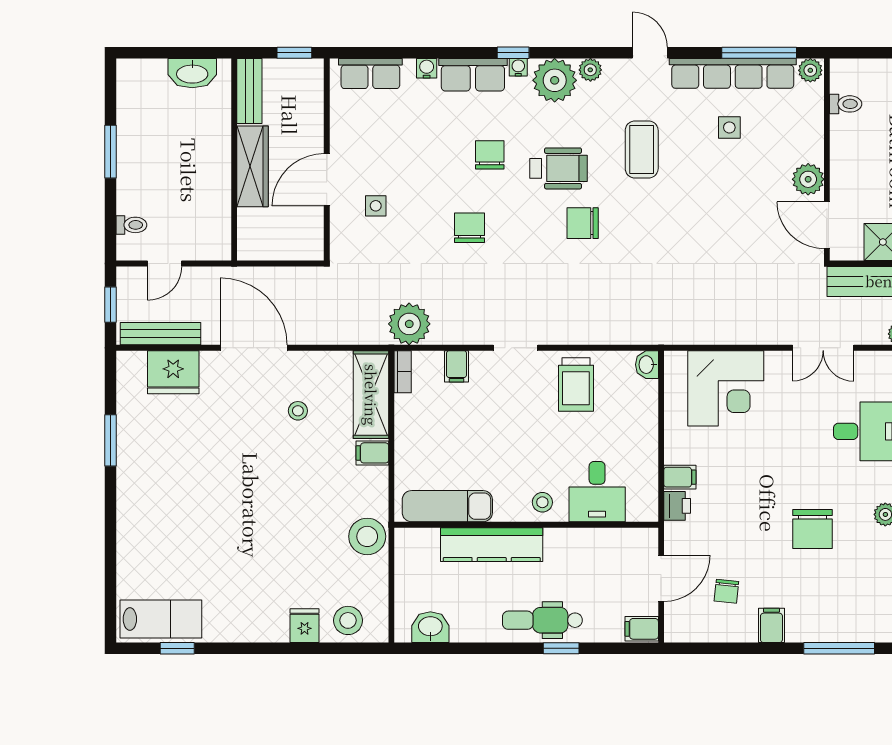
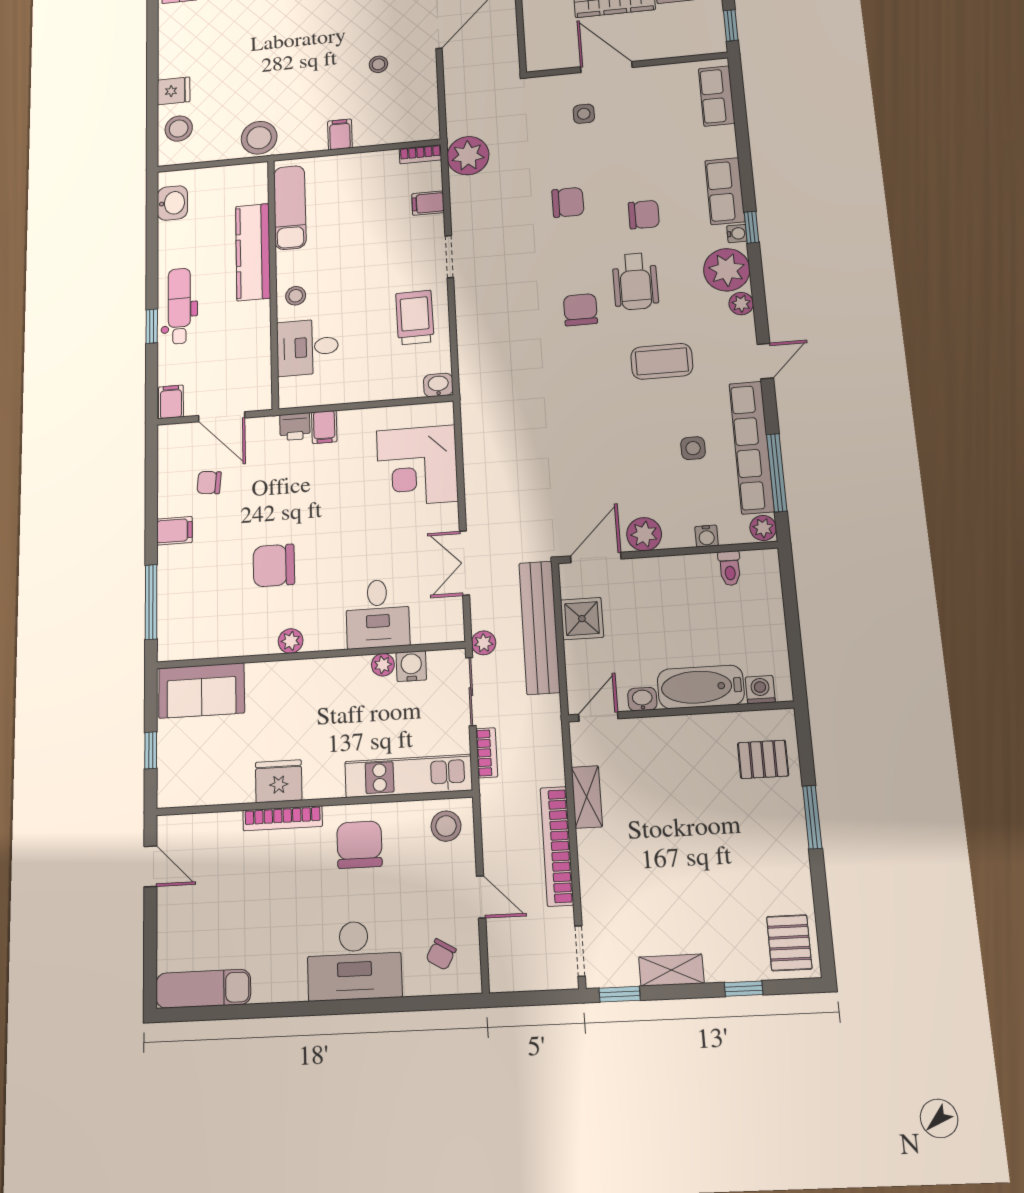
water cooler: (427, 68) -> (707, 536), moved, turned 90
trolley: (576, 385) -> (415, 318), turned 89
shelving: (371, 395) -> (397, 128), removed

